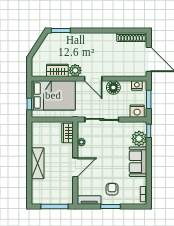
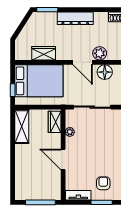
dresser: (86, 38) -> (75, 18), added
plant: (75, 70) -> (100, 53), moved
shelving: (38, 163) -> (22, 127), moved
door: (75, 167) -> (63, 159), swing flipped

